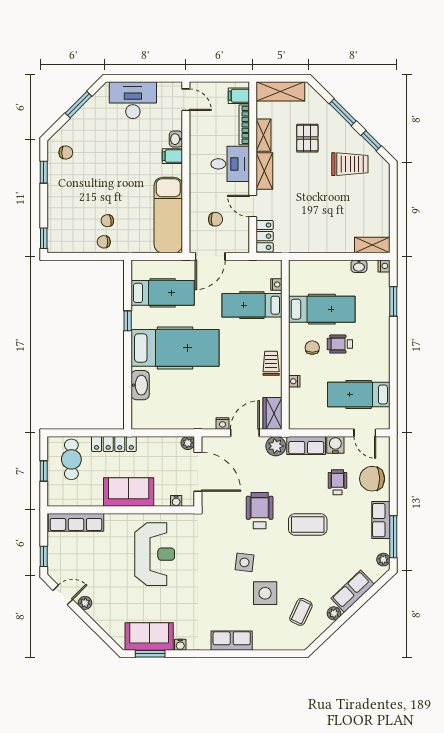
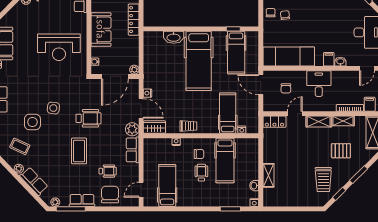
desk: (230, 164) -> (319, 84), moved, turned 180
shelving: (372, 245) -> (268, 175), moved
window: (128, 321) -> (233, 29), moved
water cooler: (335, 445) -> (133, 170), removed

